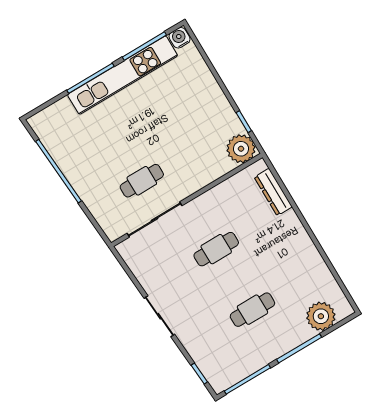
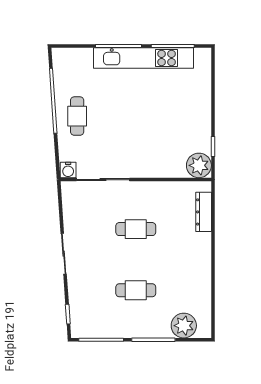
water cooler: (179, 38) -> (68, 170), moved, turned 180
cafe table: (142, 181) -> (77, 116), moved, turned 90

